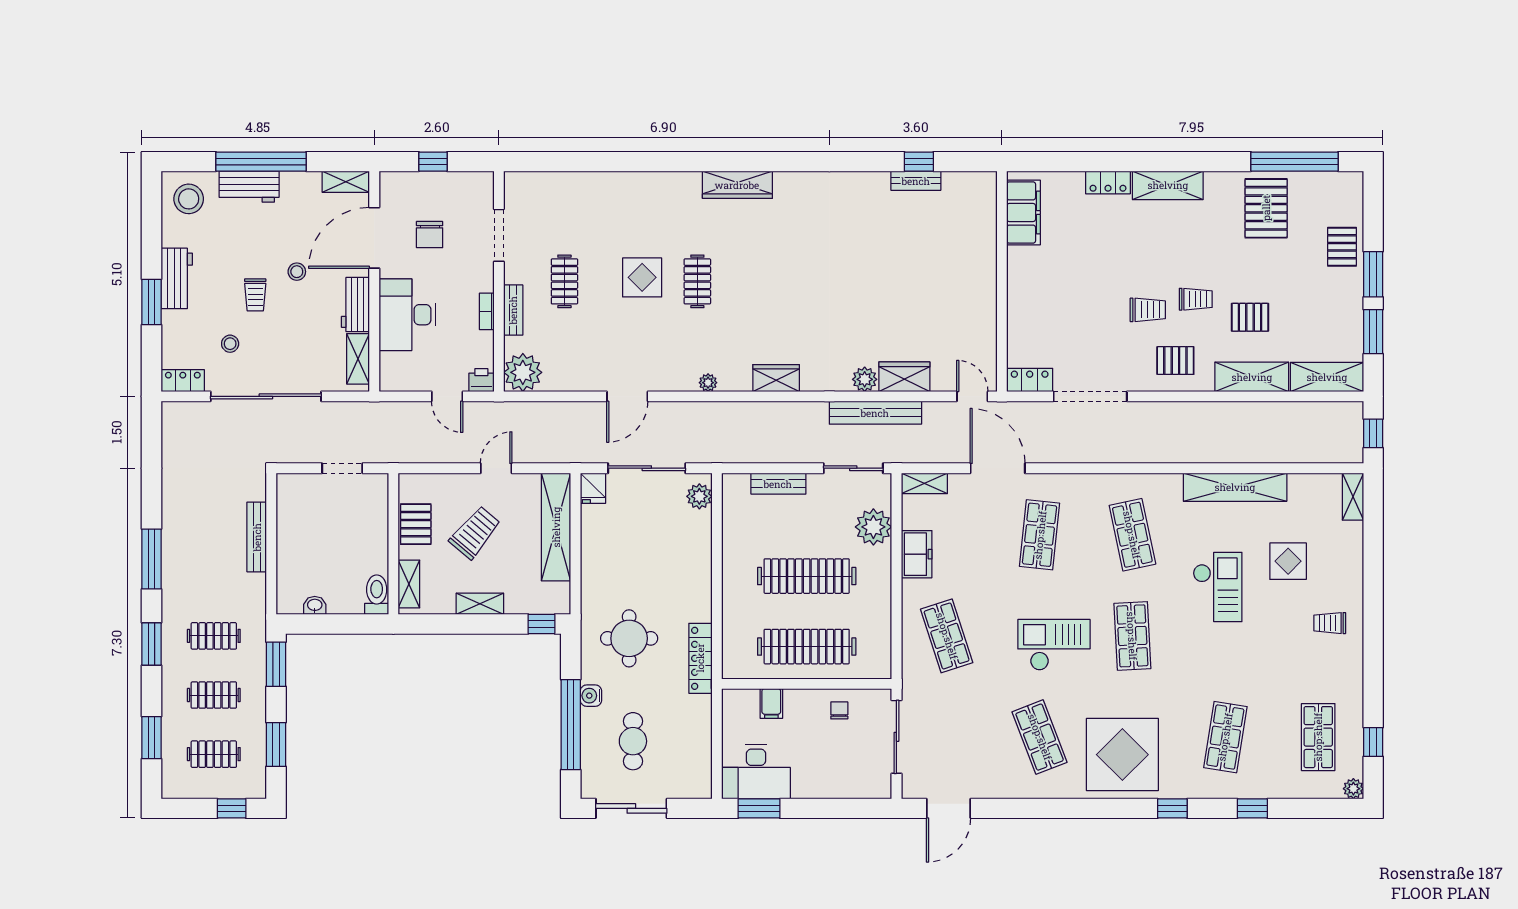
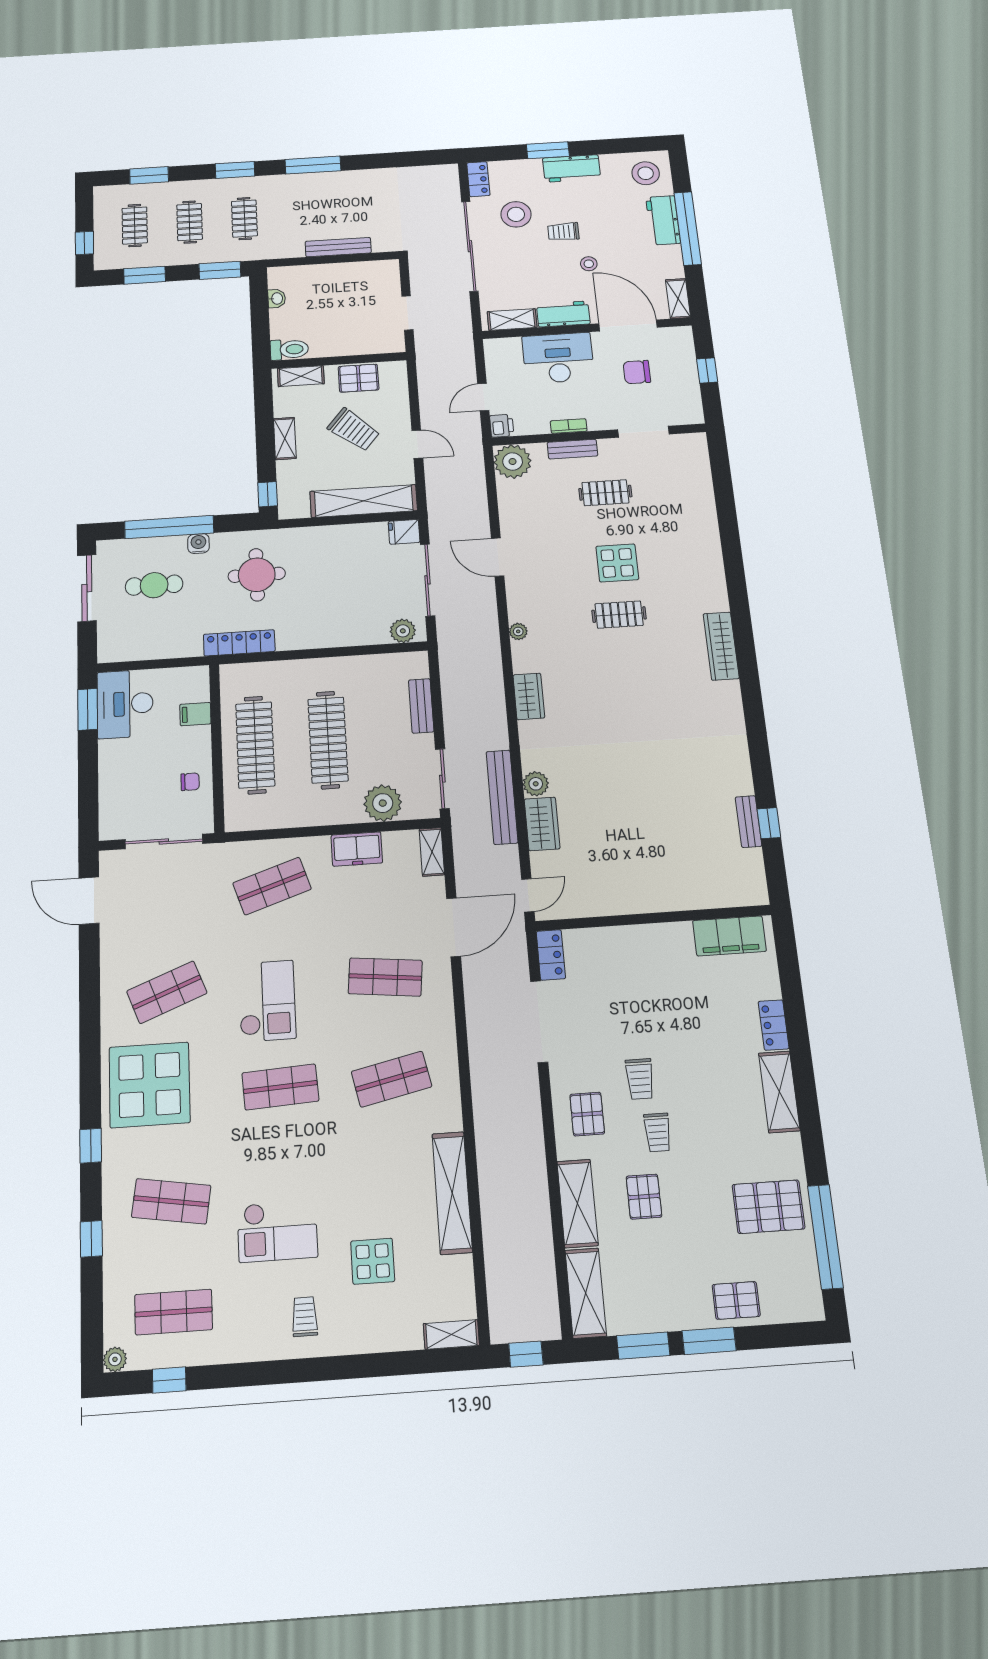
stool: (230, 344) -> (516, 214), width x1.89, depth x1.89
checkout: (1218, 587) -> (277, 1231), moved

